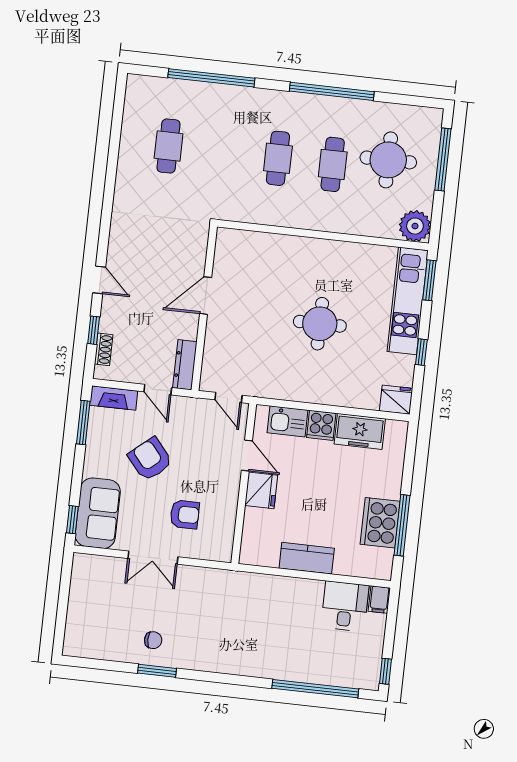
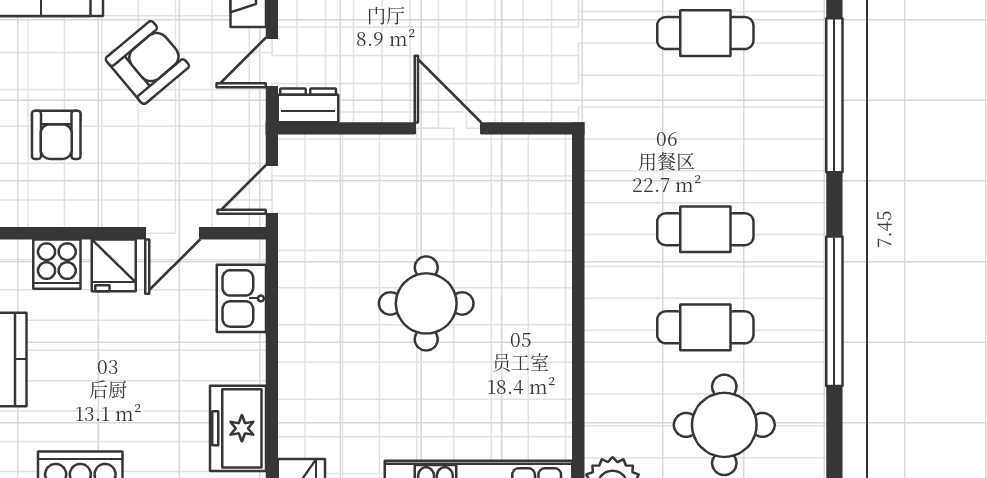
round table: (320, 324) -> (426, 303), moved
dresser: (185, 365) -> (308, 105), width x0.70
cooker: (321, 425) -> (57, 264), moved, turned -90
fridge: (261, 490) -> (114, 265), width x0.72

